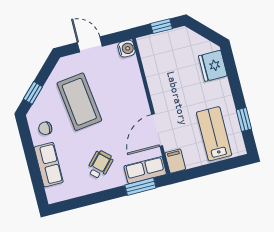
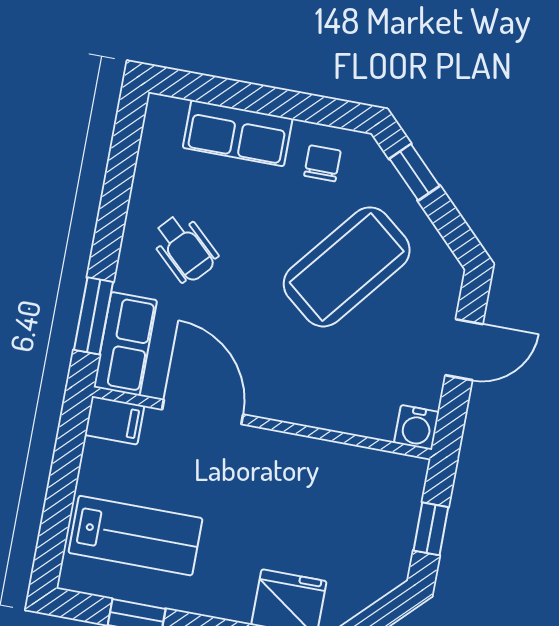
coffee table: (79, 102) -> (347, 267), turned -44

